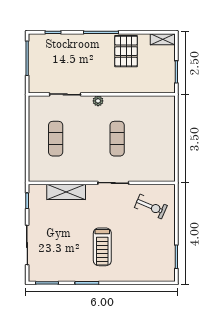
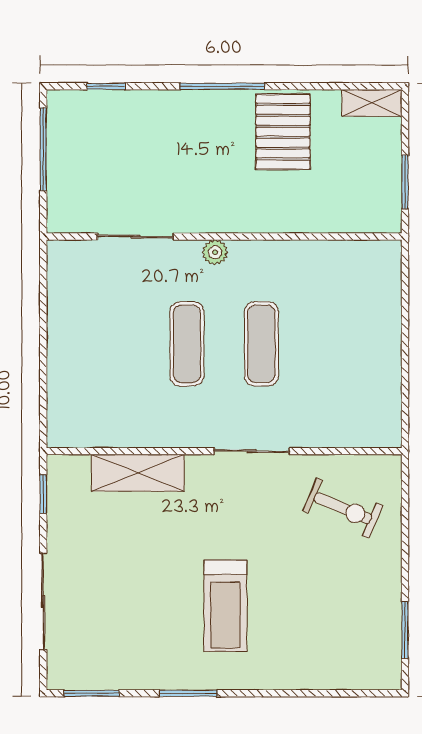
exercise mat: (56, 139) -> (187, 344), moved

